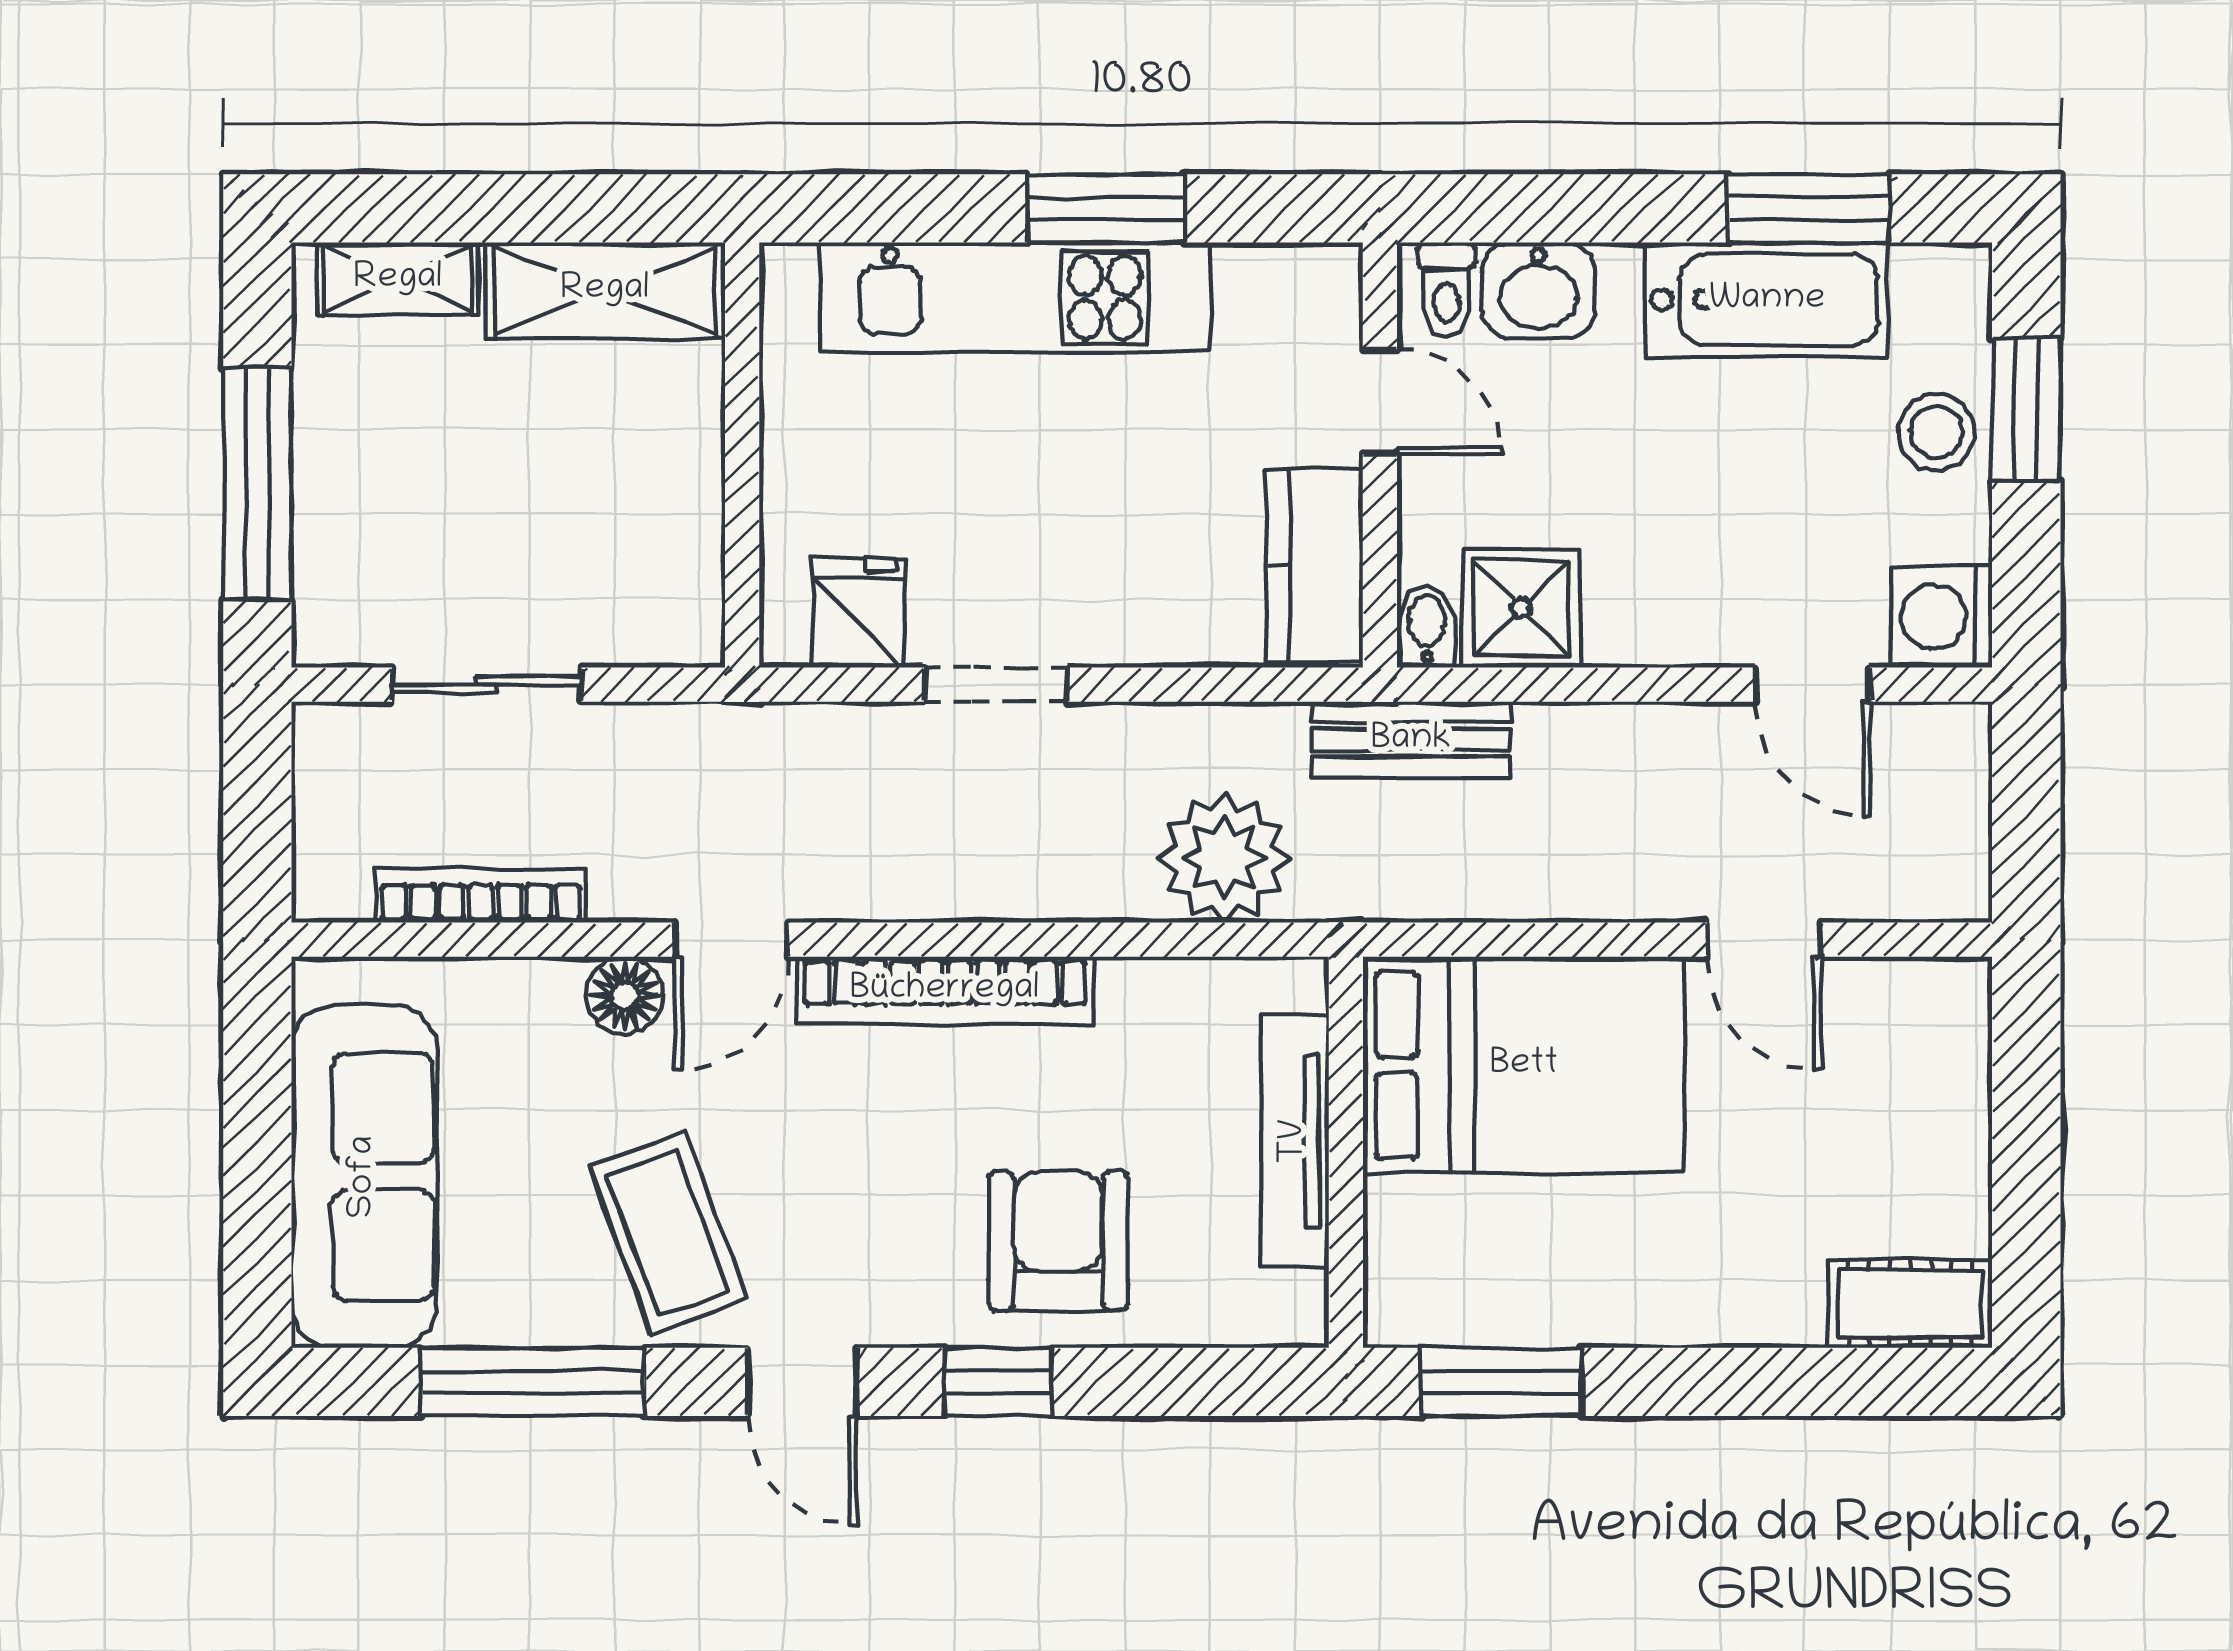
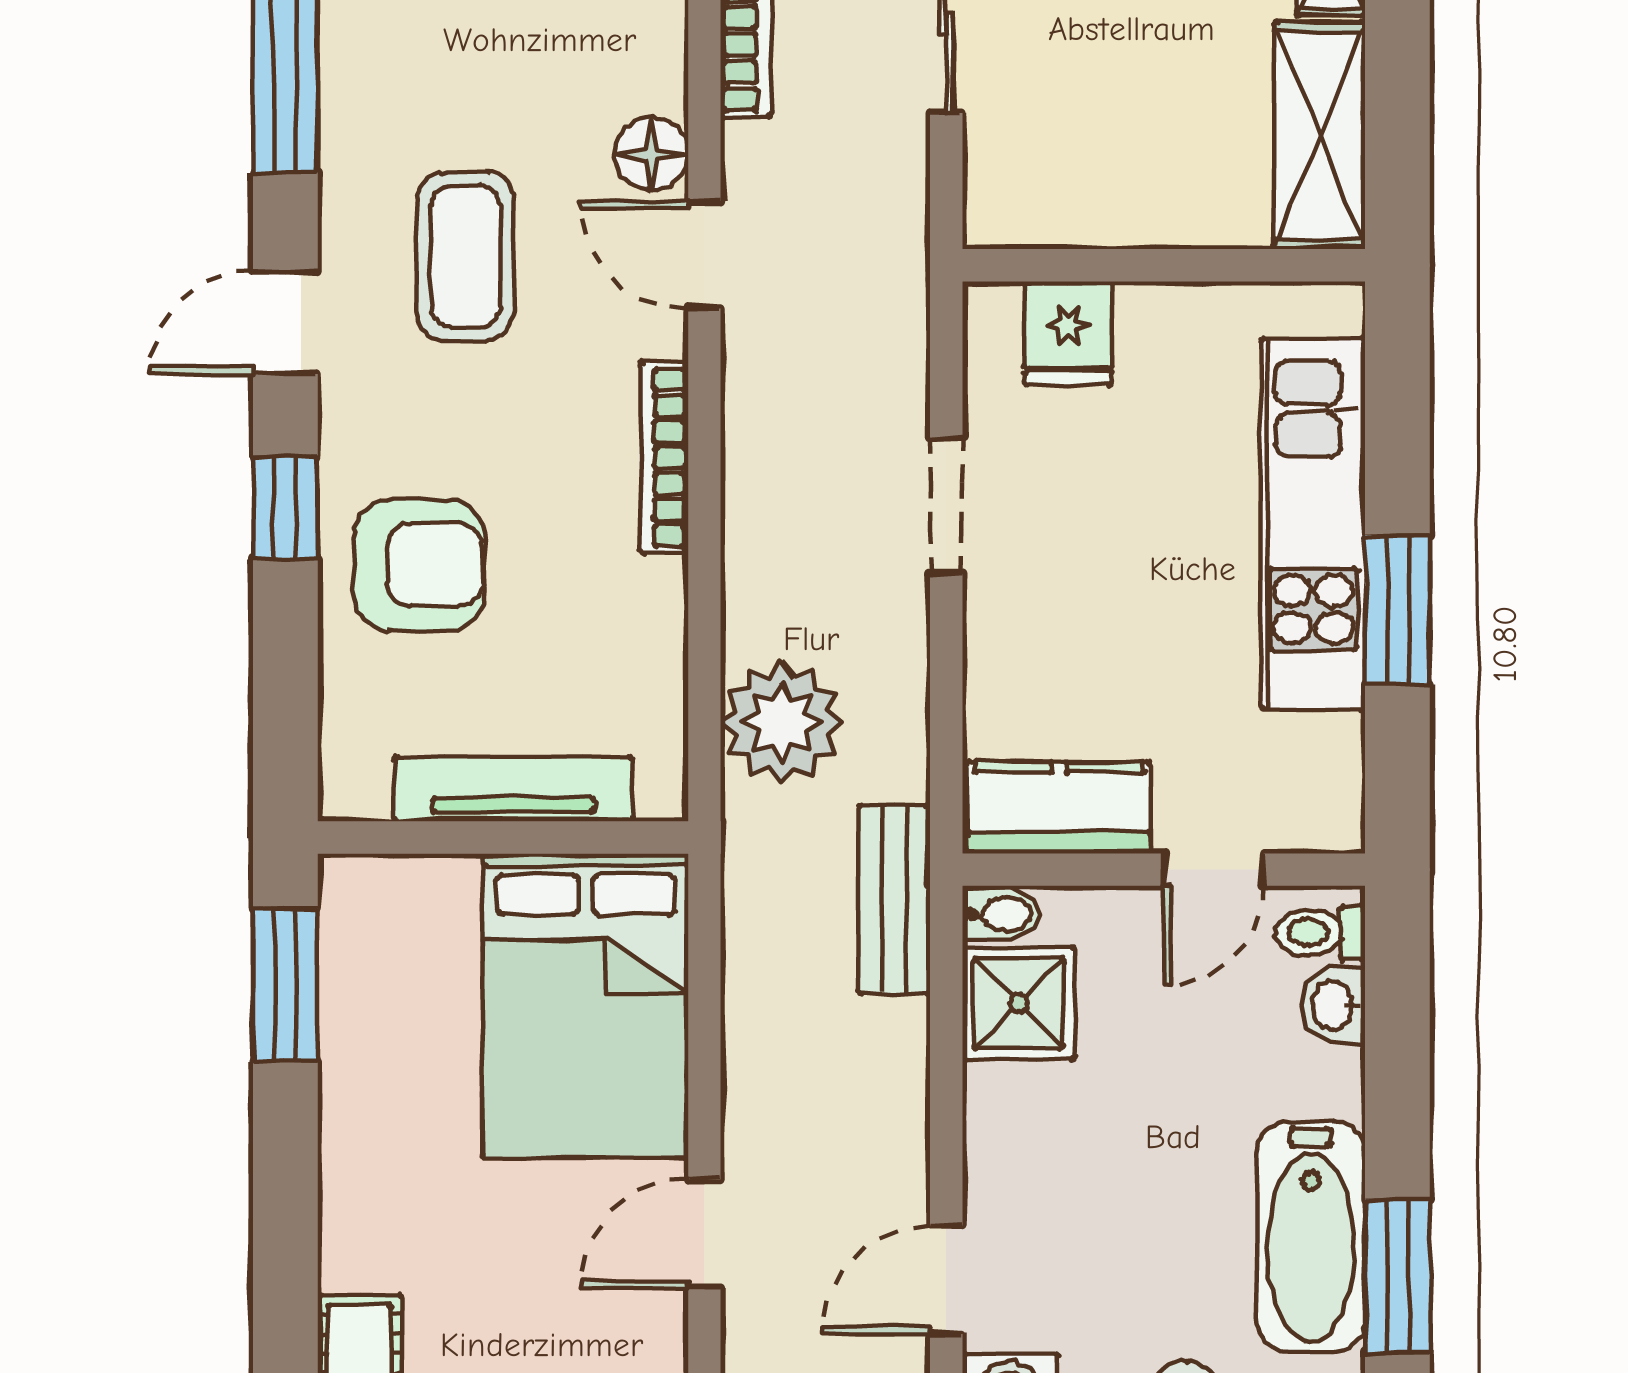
washbasin: (1539, 290) -> (1334, 1005), width x0.72, depth x0.69
fridge: (858, 613) -> (1069, 333), moved, turned 90
bookcase: (945, 990) -> (664, 458), width x0.68, depth x0.76
coffee table: (668, 1233) -> (466, 256), moved, turned -70

